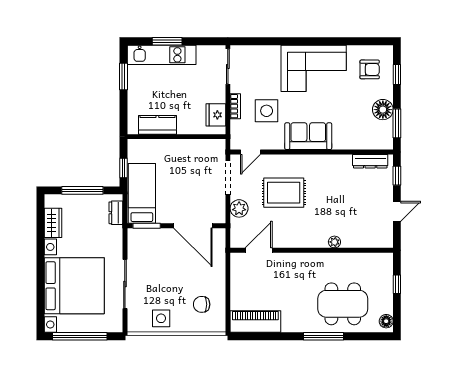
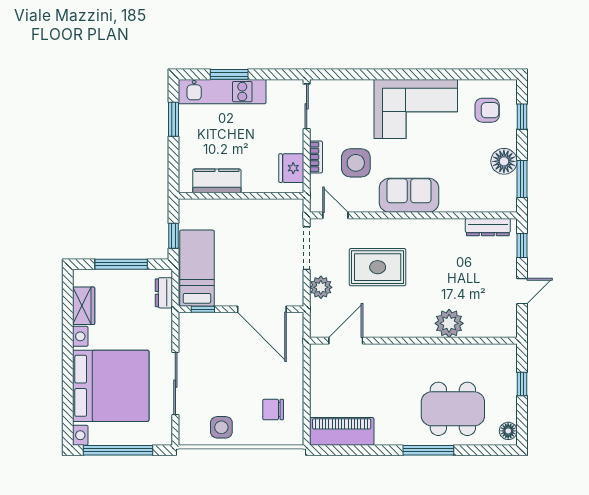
door: (250, 152) -> (335, 215), swing flipped
window: (147, 226) -> (203, 309), width x0.67
plant: (334, 242) -> (449, 323), width x1.88, depth x1.88

